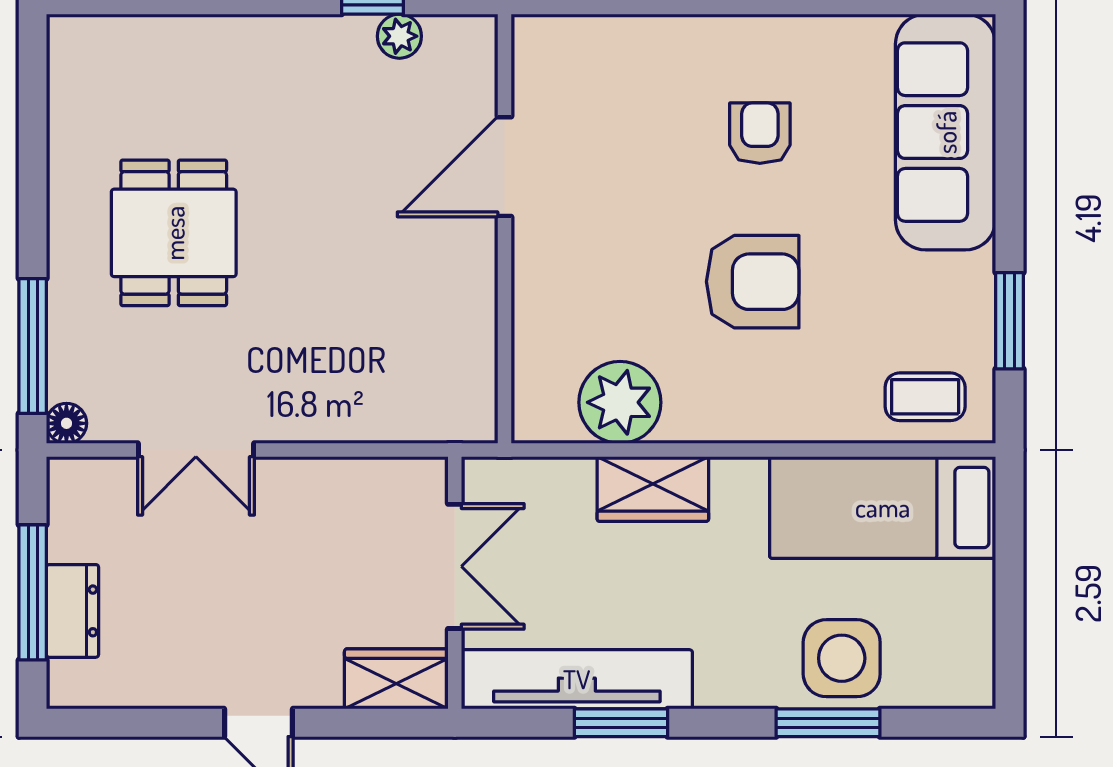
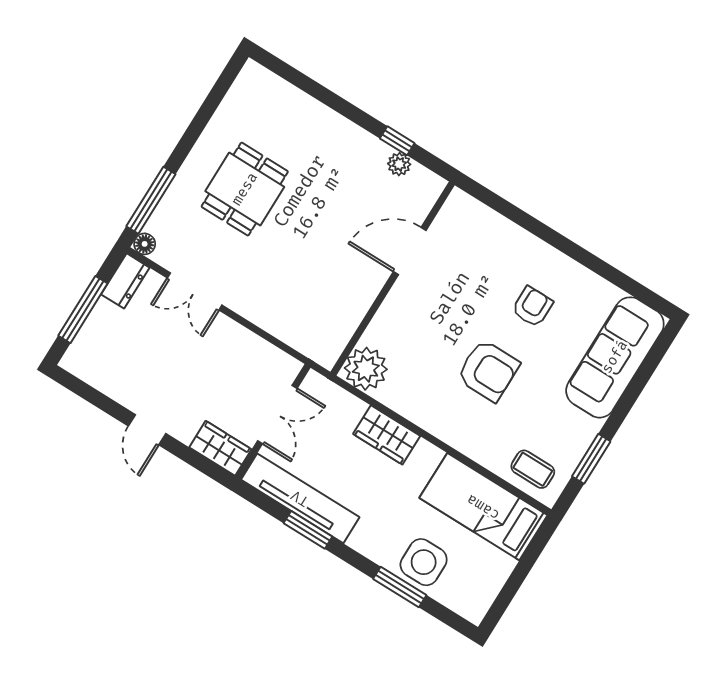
plant: (620, 402) -> (366, 369), moved
dresser: (73, 611) -> (125, 281), moved

